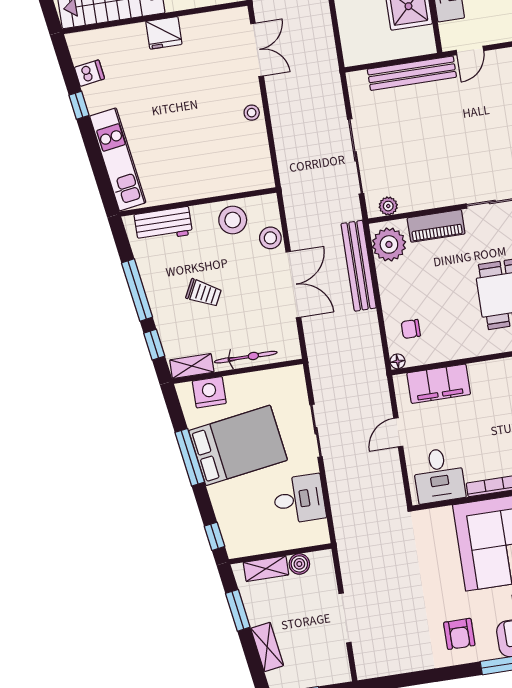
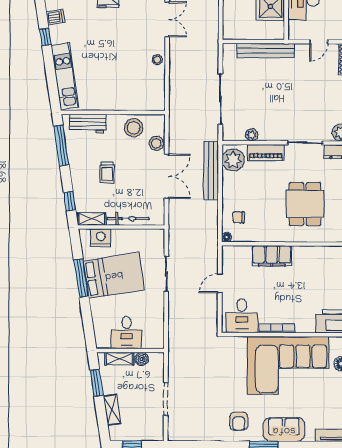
door: (470, 51) -> (319, 42), moved
plant: (388, 206) -> (252, 135), moved
window: (137, 290) -> (61, 145), moved
trolley: (204, 293) -> (107, 172), turned 63
filing cabinet: (439, 384) -> (272, 256), moved
desk: (299, 499) -> (126, 333), moved, turned 90
window: (215, 536) -> (89, 332), removed

